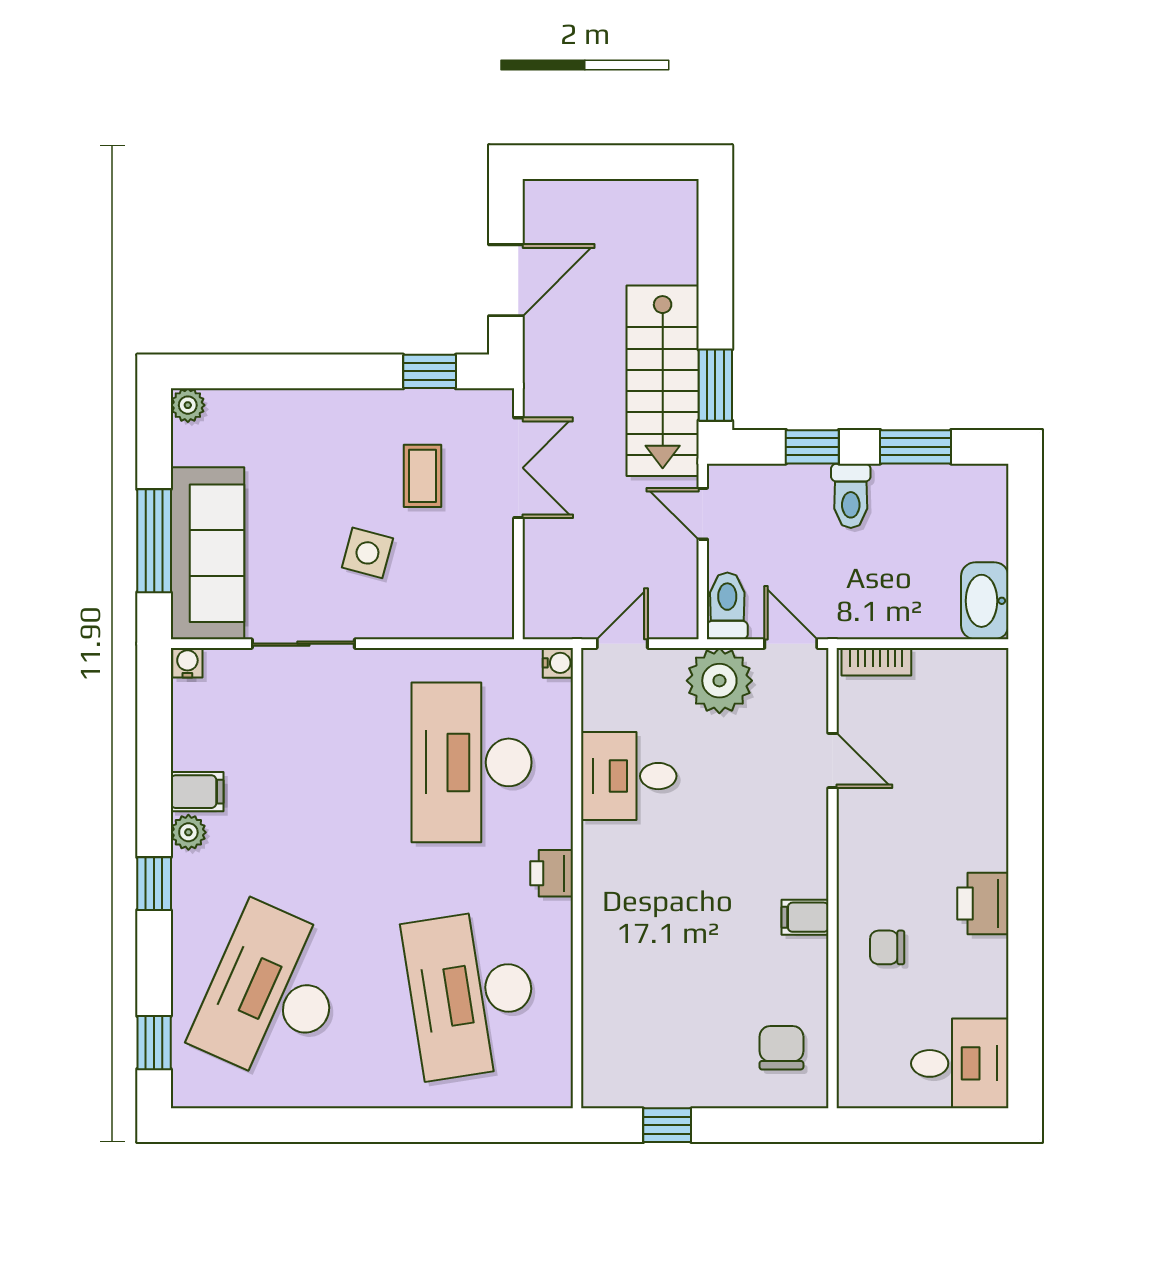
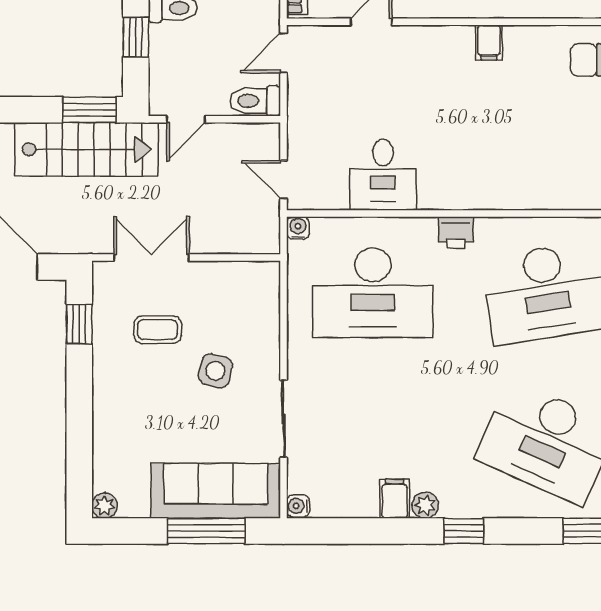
plant: (719, 681) -> (311, 107), removed

